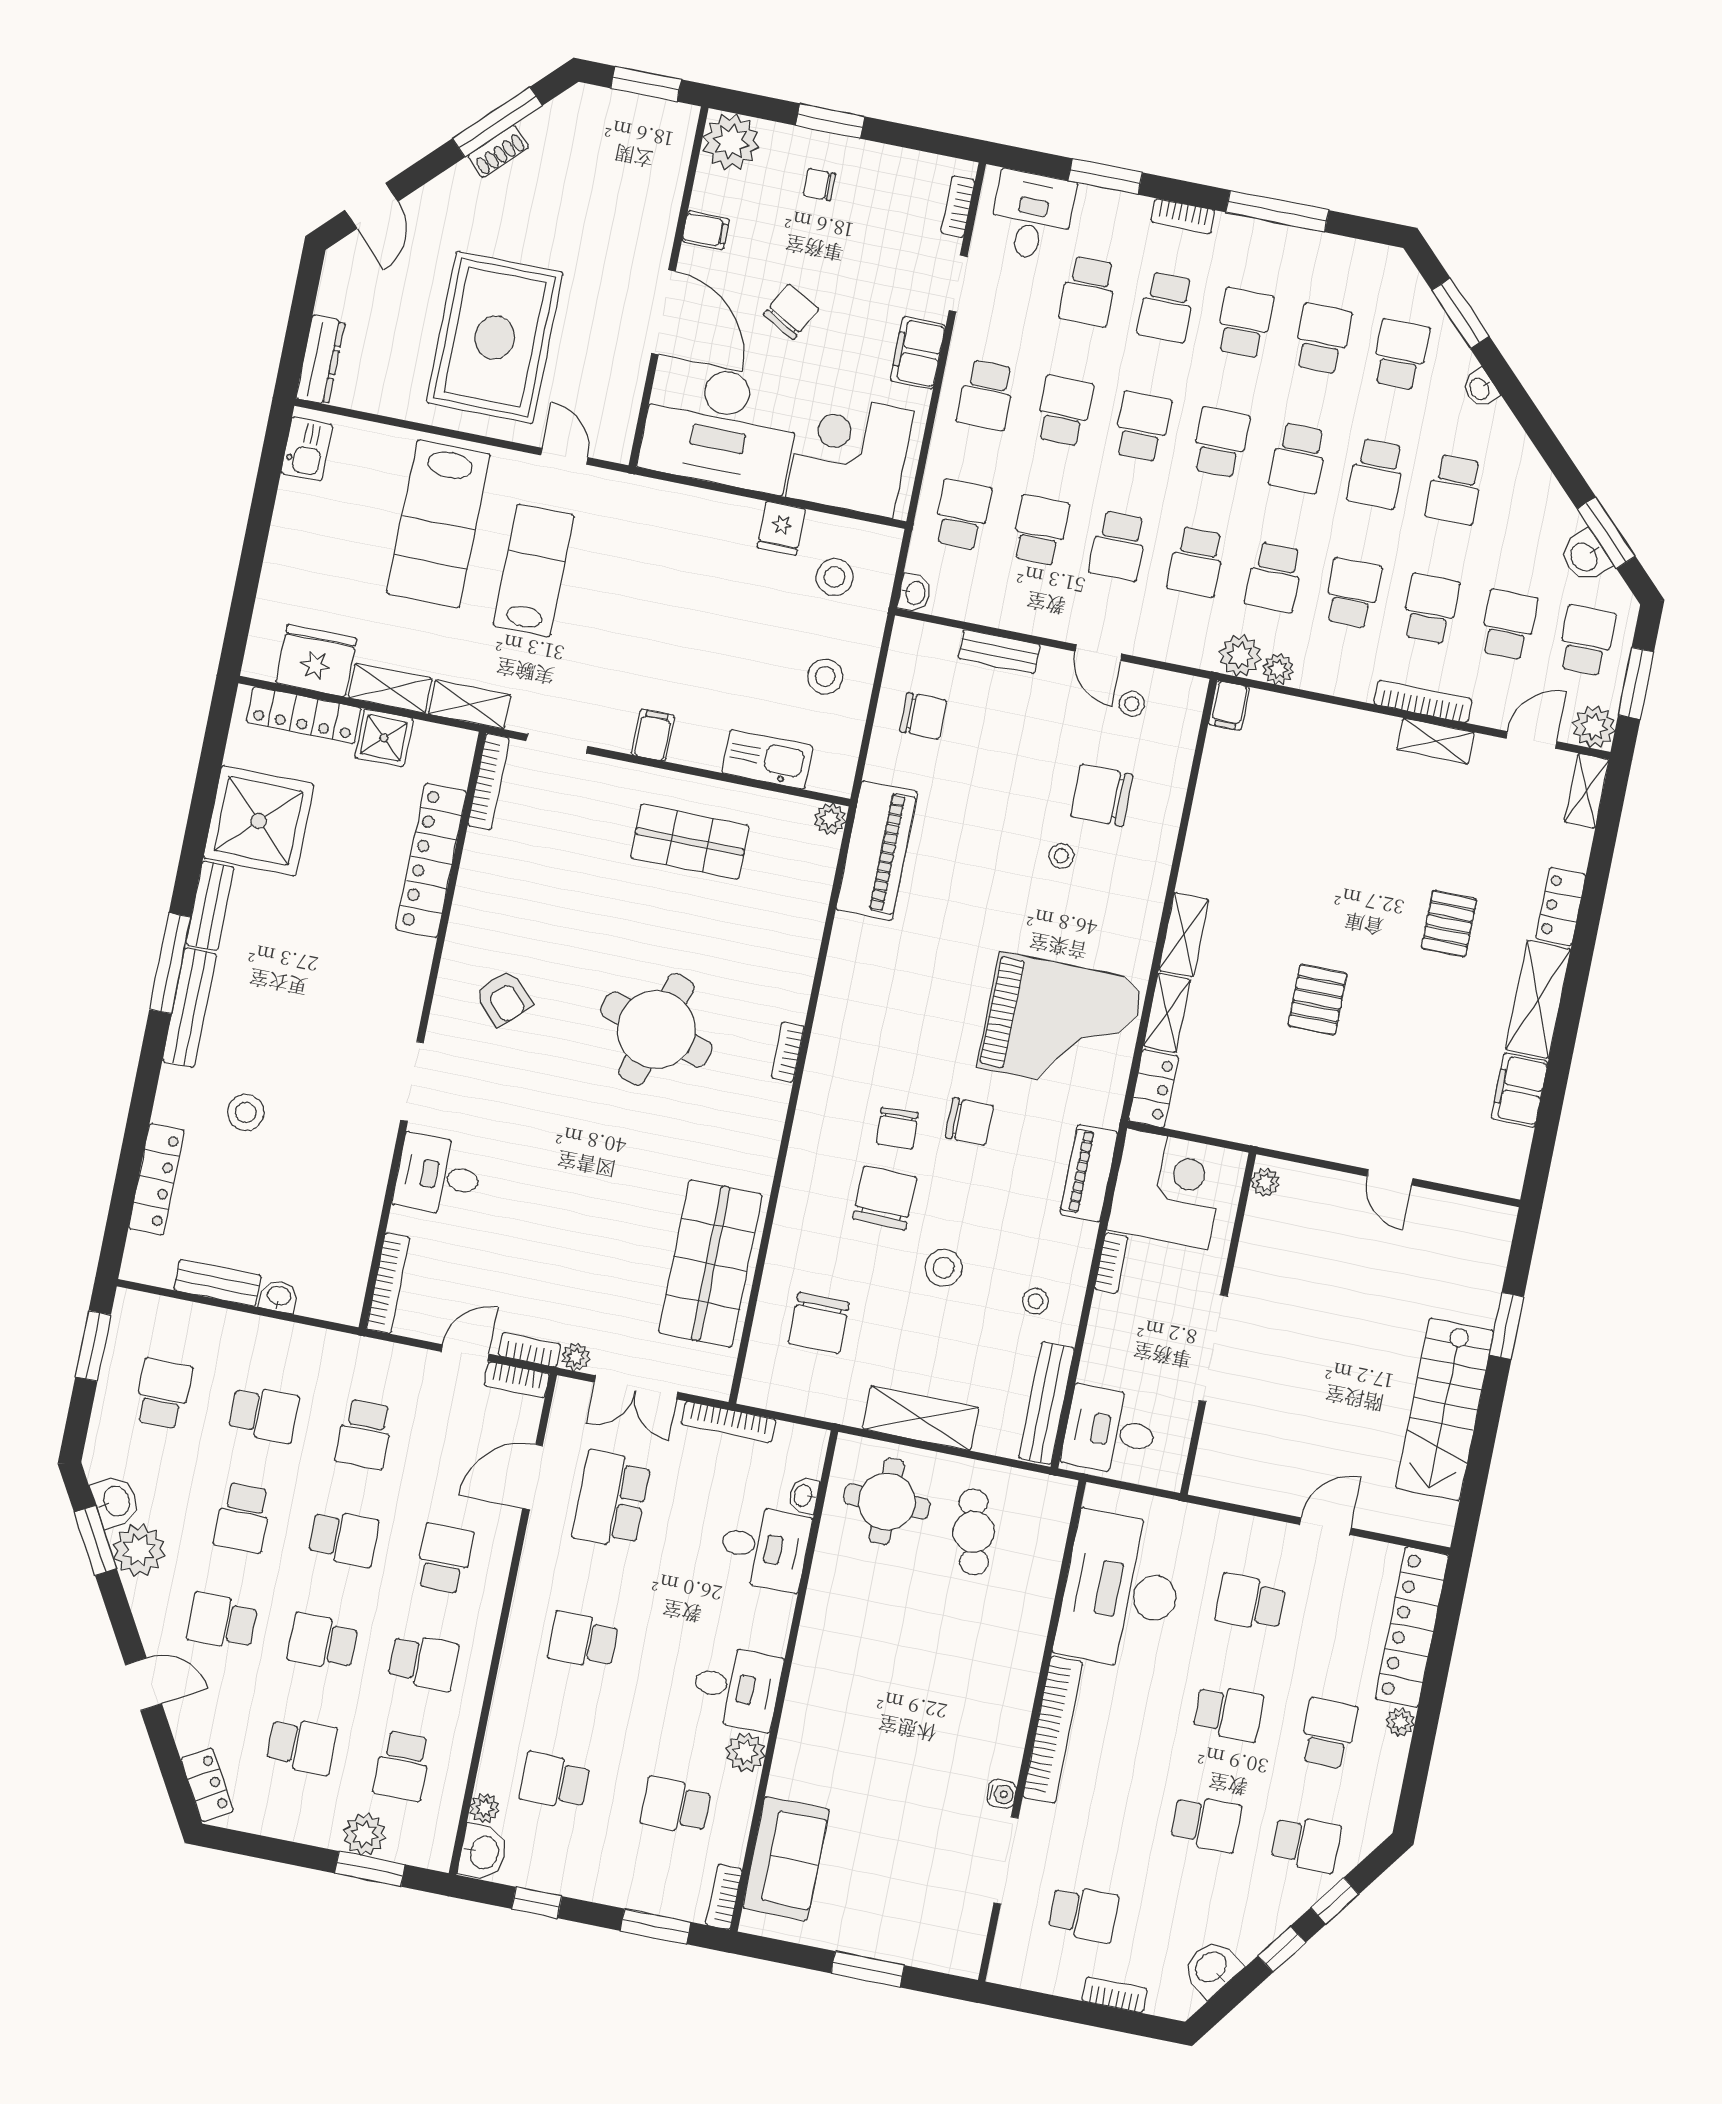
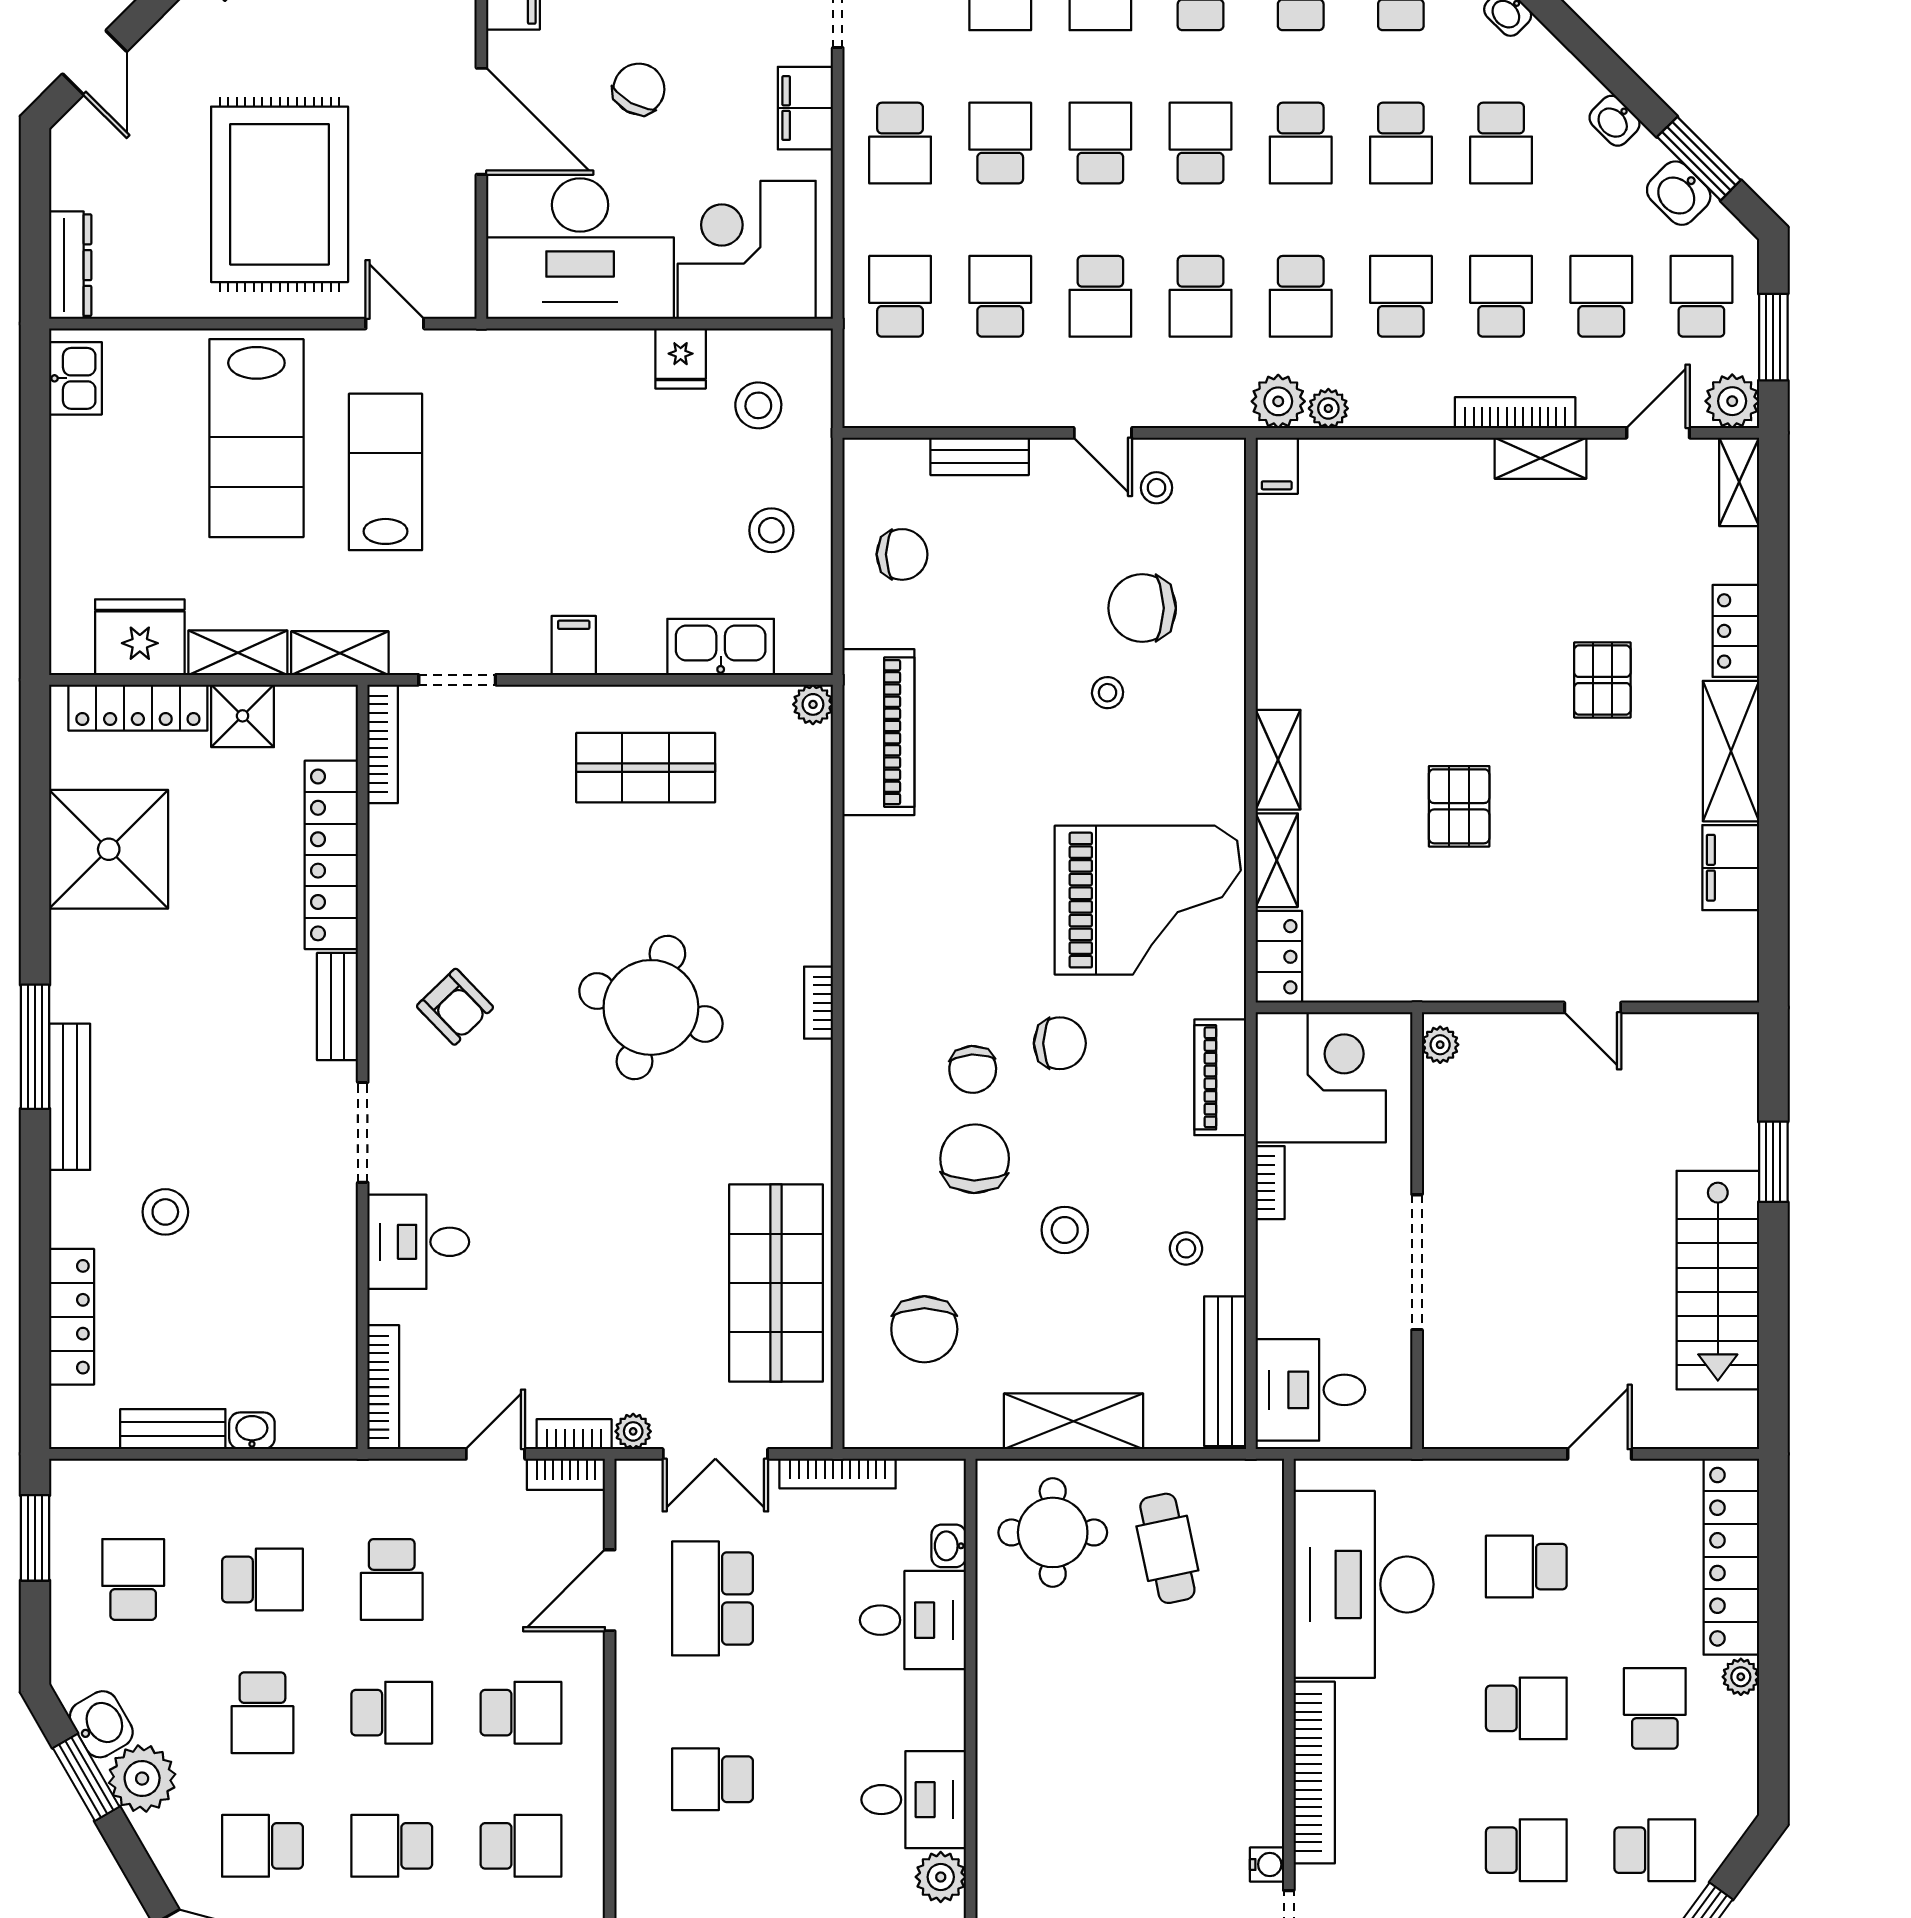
washbasin: (915, 593) -> (1615, 121), moved, turned 135
bench: (210, 906) -> (337, 1007), moved
school desk: (444, 1558) -> (521, 1713), turned 90

